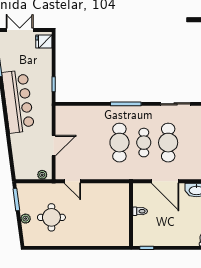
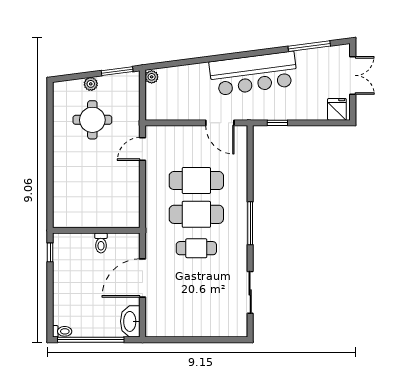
cafe table: (168, 143) -> (196, 181), moved
door: (54, 146) -> (220, 123), moved
plant: (42, 175) -> (152, 77), moved

